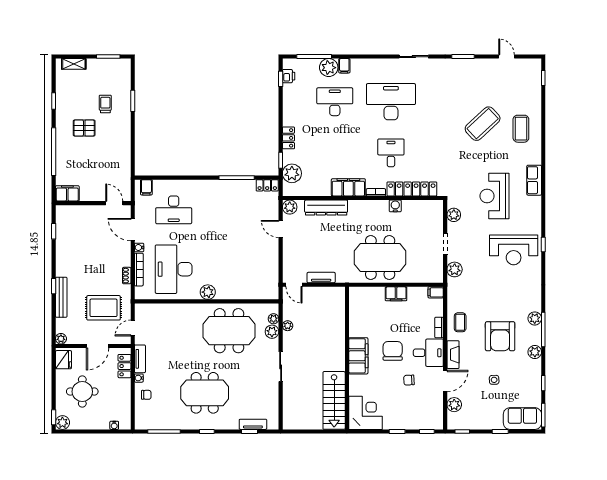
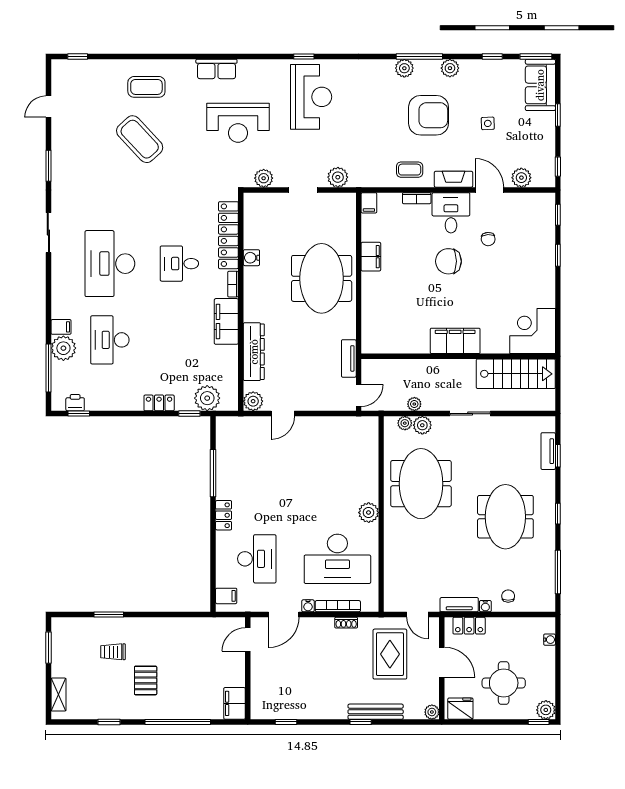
locker: (267, 185) -> (224, 515), moved
filing cabinet: (358, 356) -> (455, 341), moved
wall: (347, 358) -> (458, 356), moved
stairs: (334, 400) -> (516, 374), moved
corner desk: (366, 413) -> (533, 331), moved

